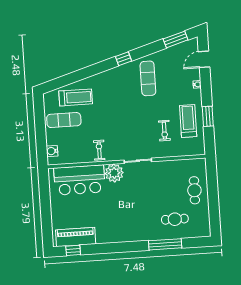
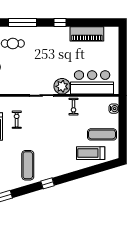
piano: (76, 237) -> (87, 34), moved
window: (73, 250) -> (60, 23), moved

